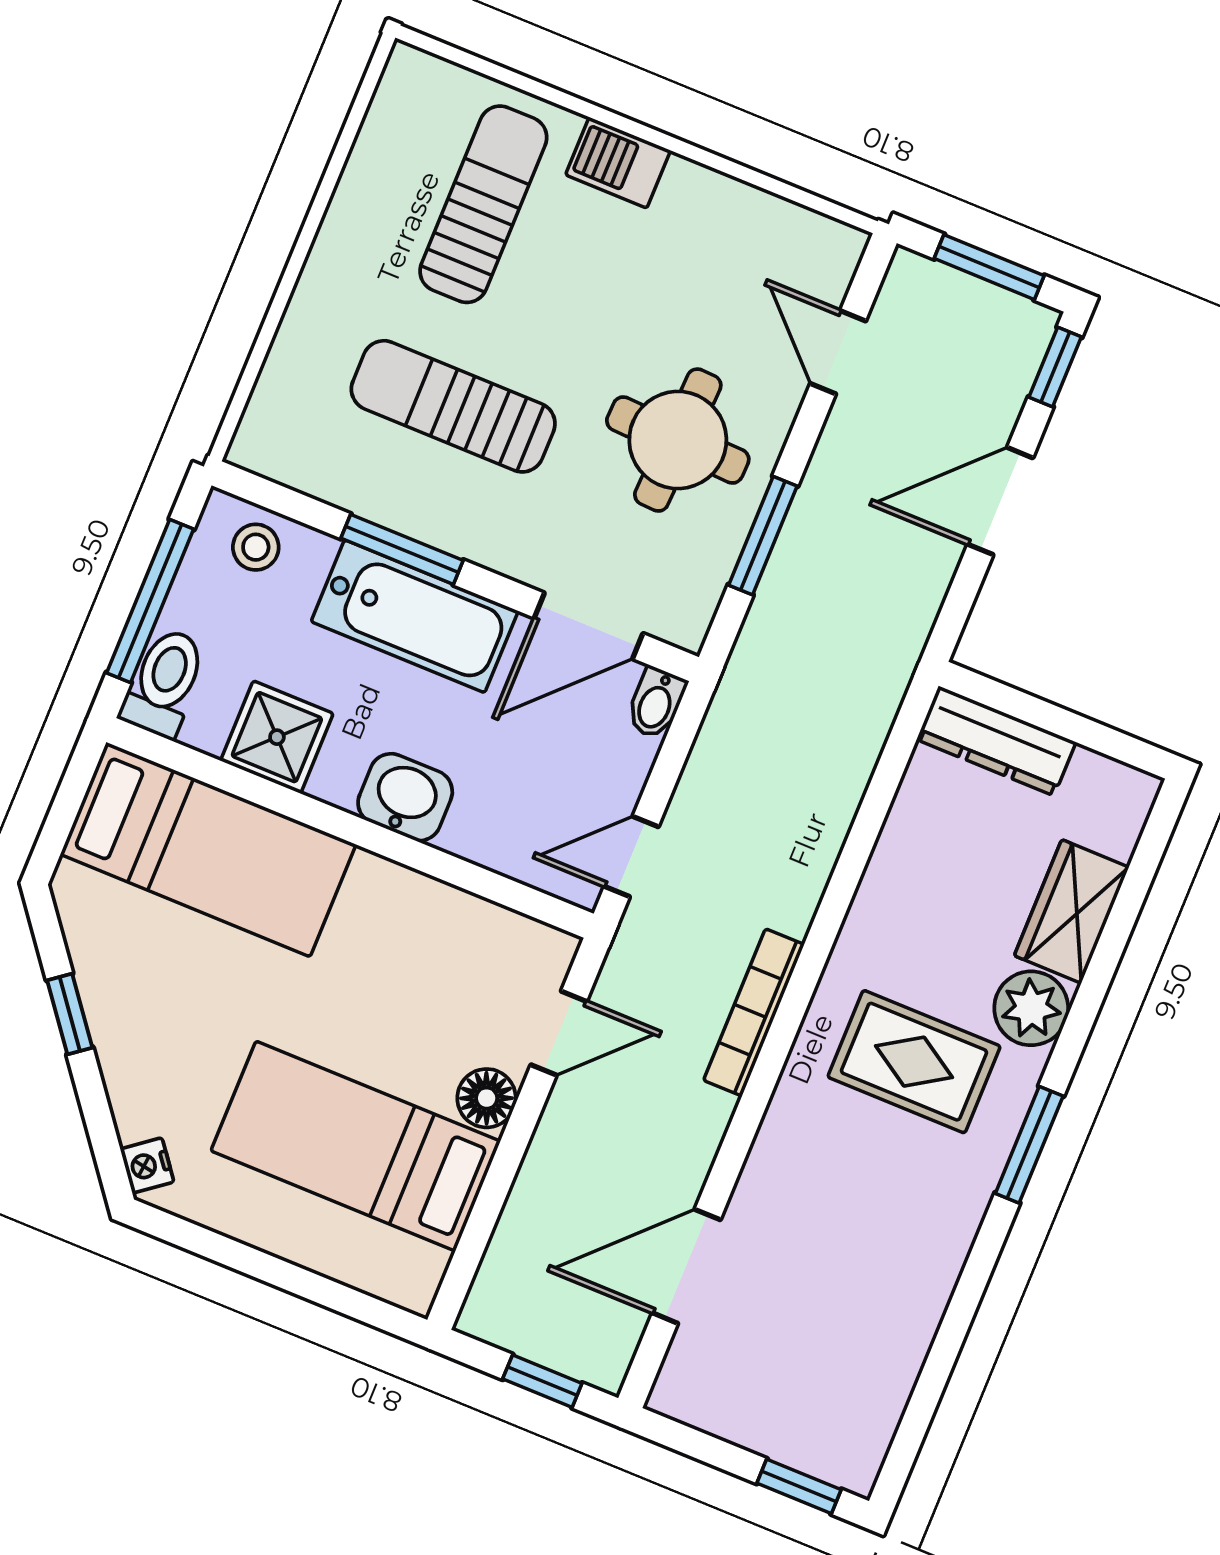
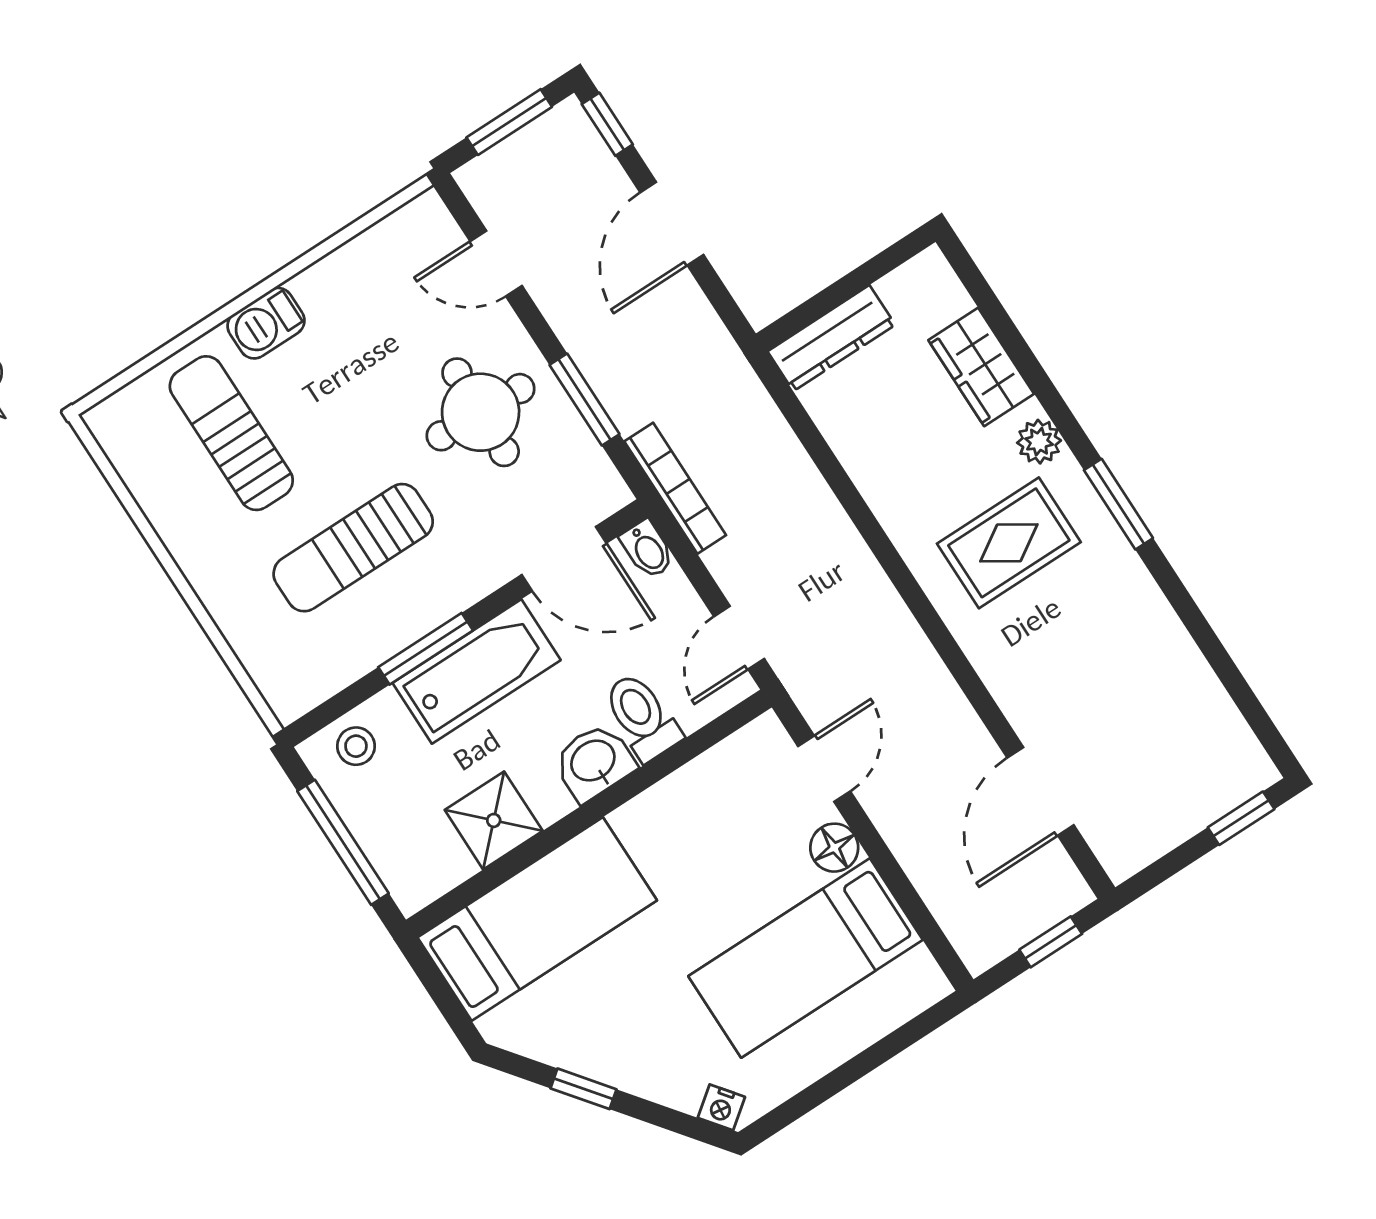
door: (589, 626) -> (564, 559), hinge flipped
toilet: (164, 683) -> (642, 717), moved
plant: (1031, 1008) -> (1039, 442), width x0.73, depth x0.73
bookcase: (754, 1012) -> (675, 488), moved, turned 180

